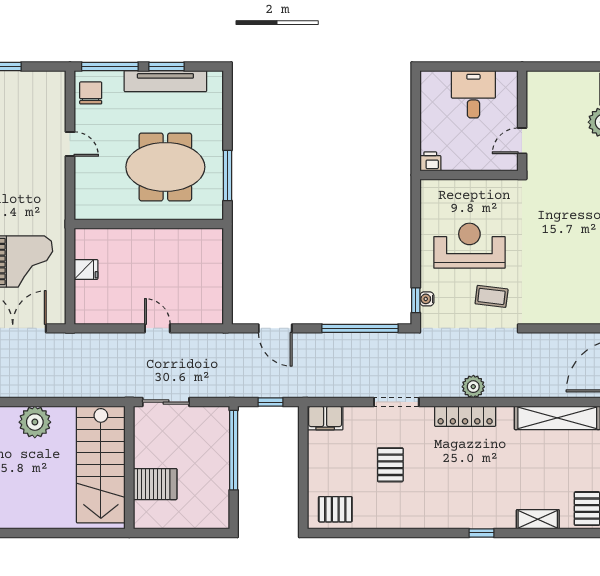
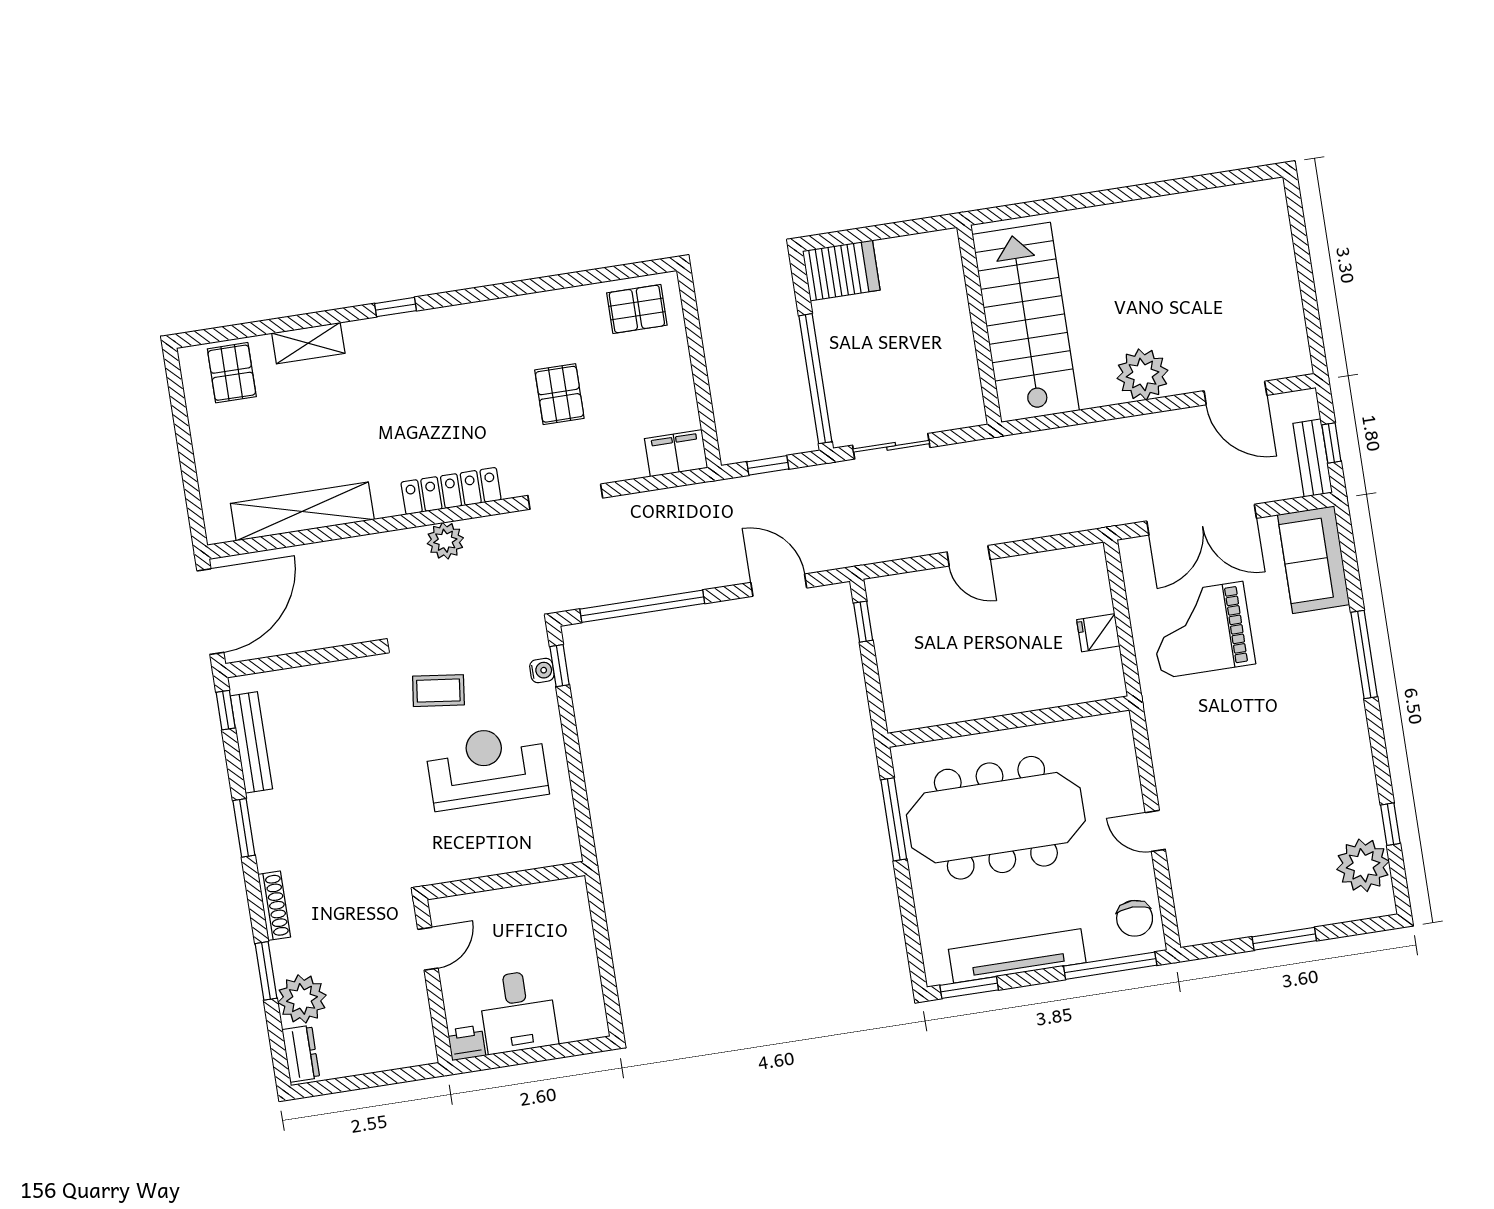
window: (166, 67) -> (969, 988), moved
printer: (430, 161) -> (467, 1043), moved, turned 180
meeting table: (165, 167) -> (996, 818), width x1.36
reception desk: (469, 246) -> (487, 767), turned 180
window: (227, 298) -> (863, 622), added
sliding door: (166, 402) -> (891, 446), moved
server rack: (155, 484) -> (841, 270), moved, turned 180

